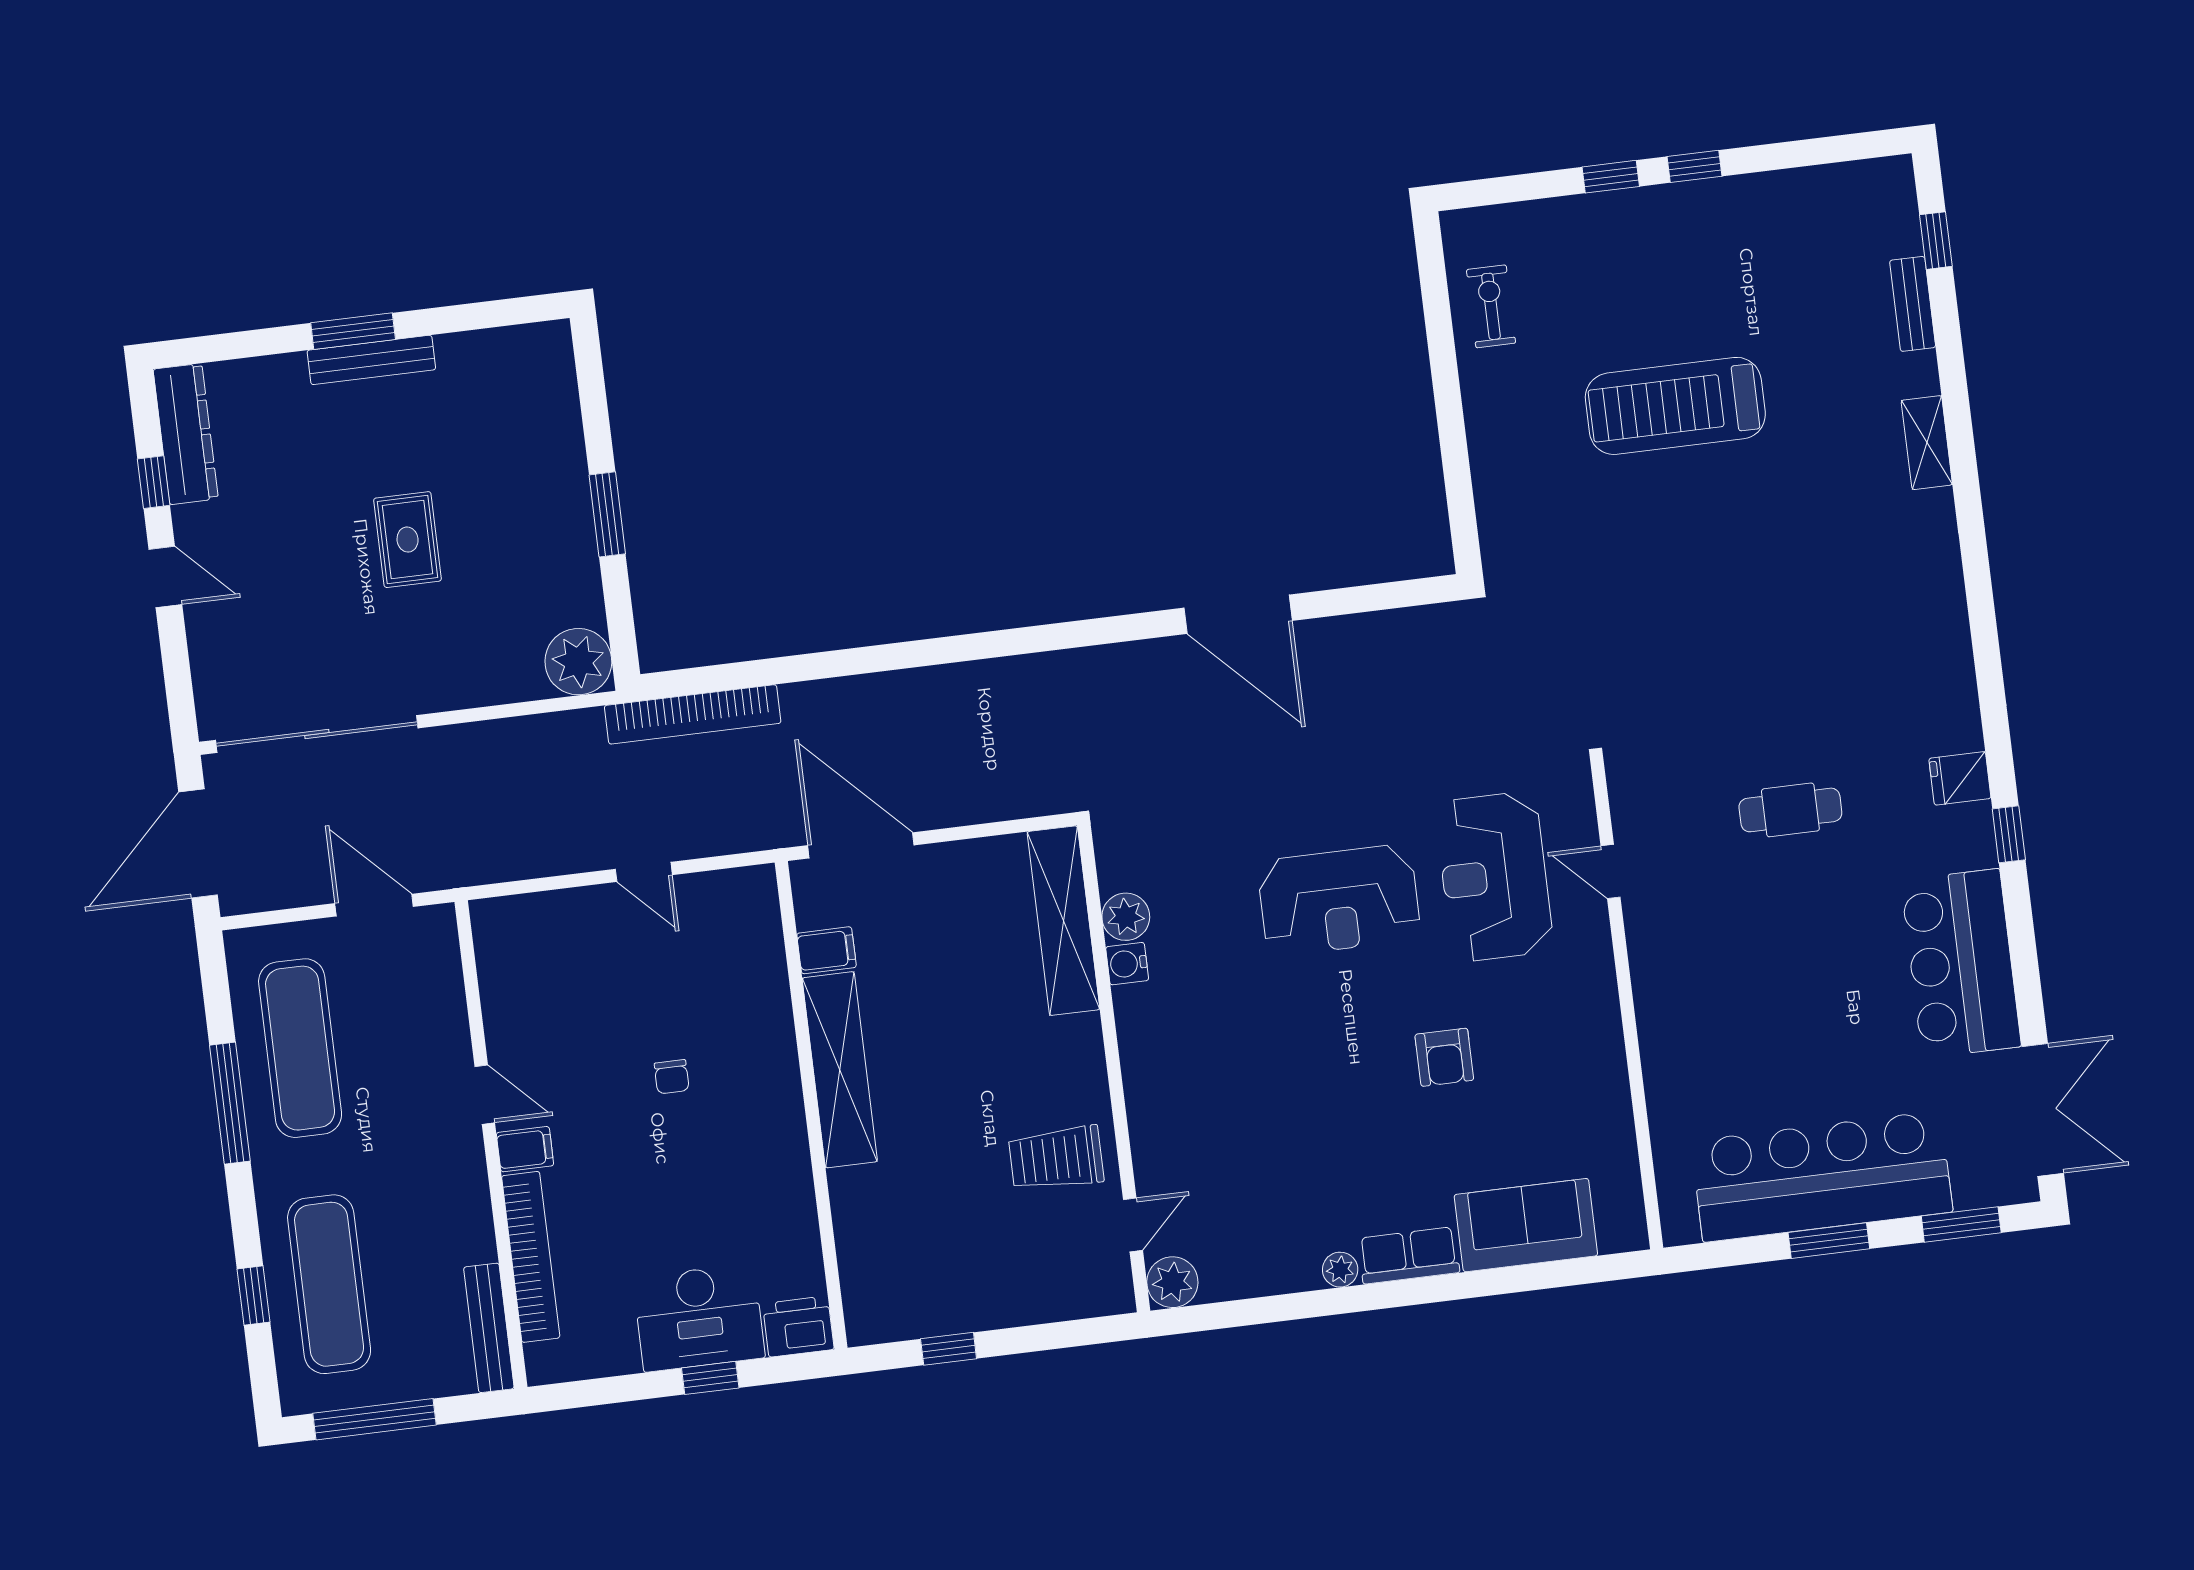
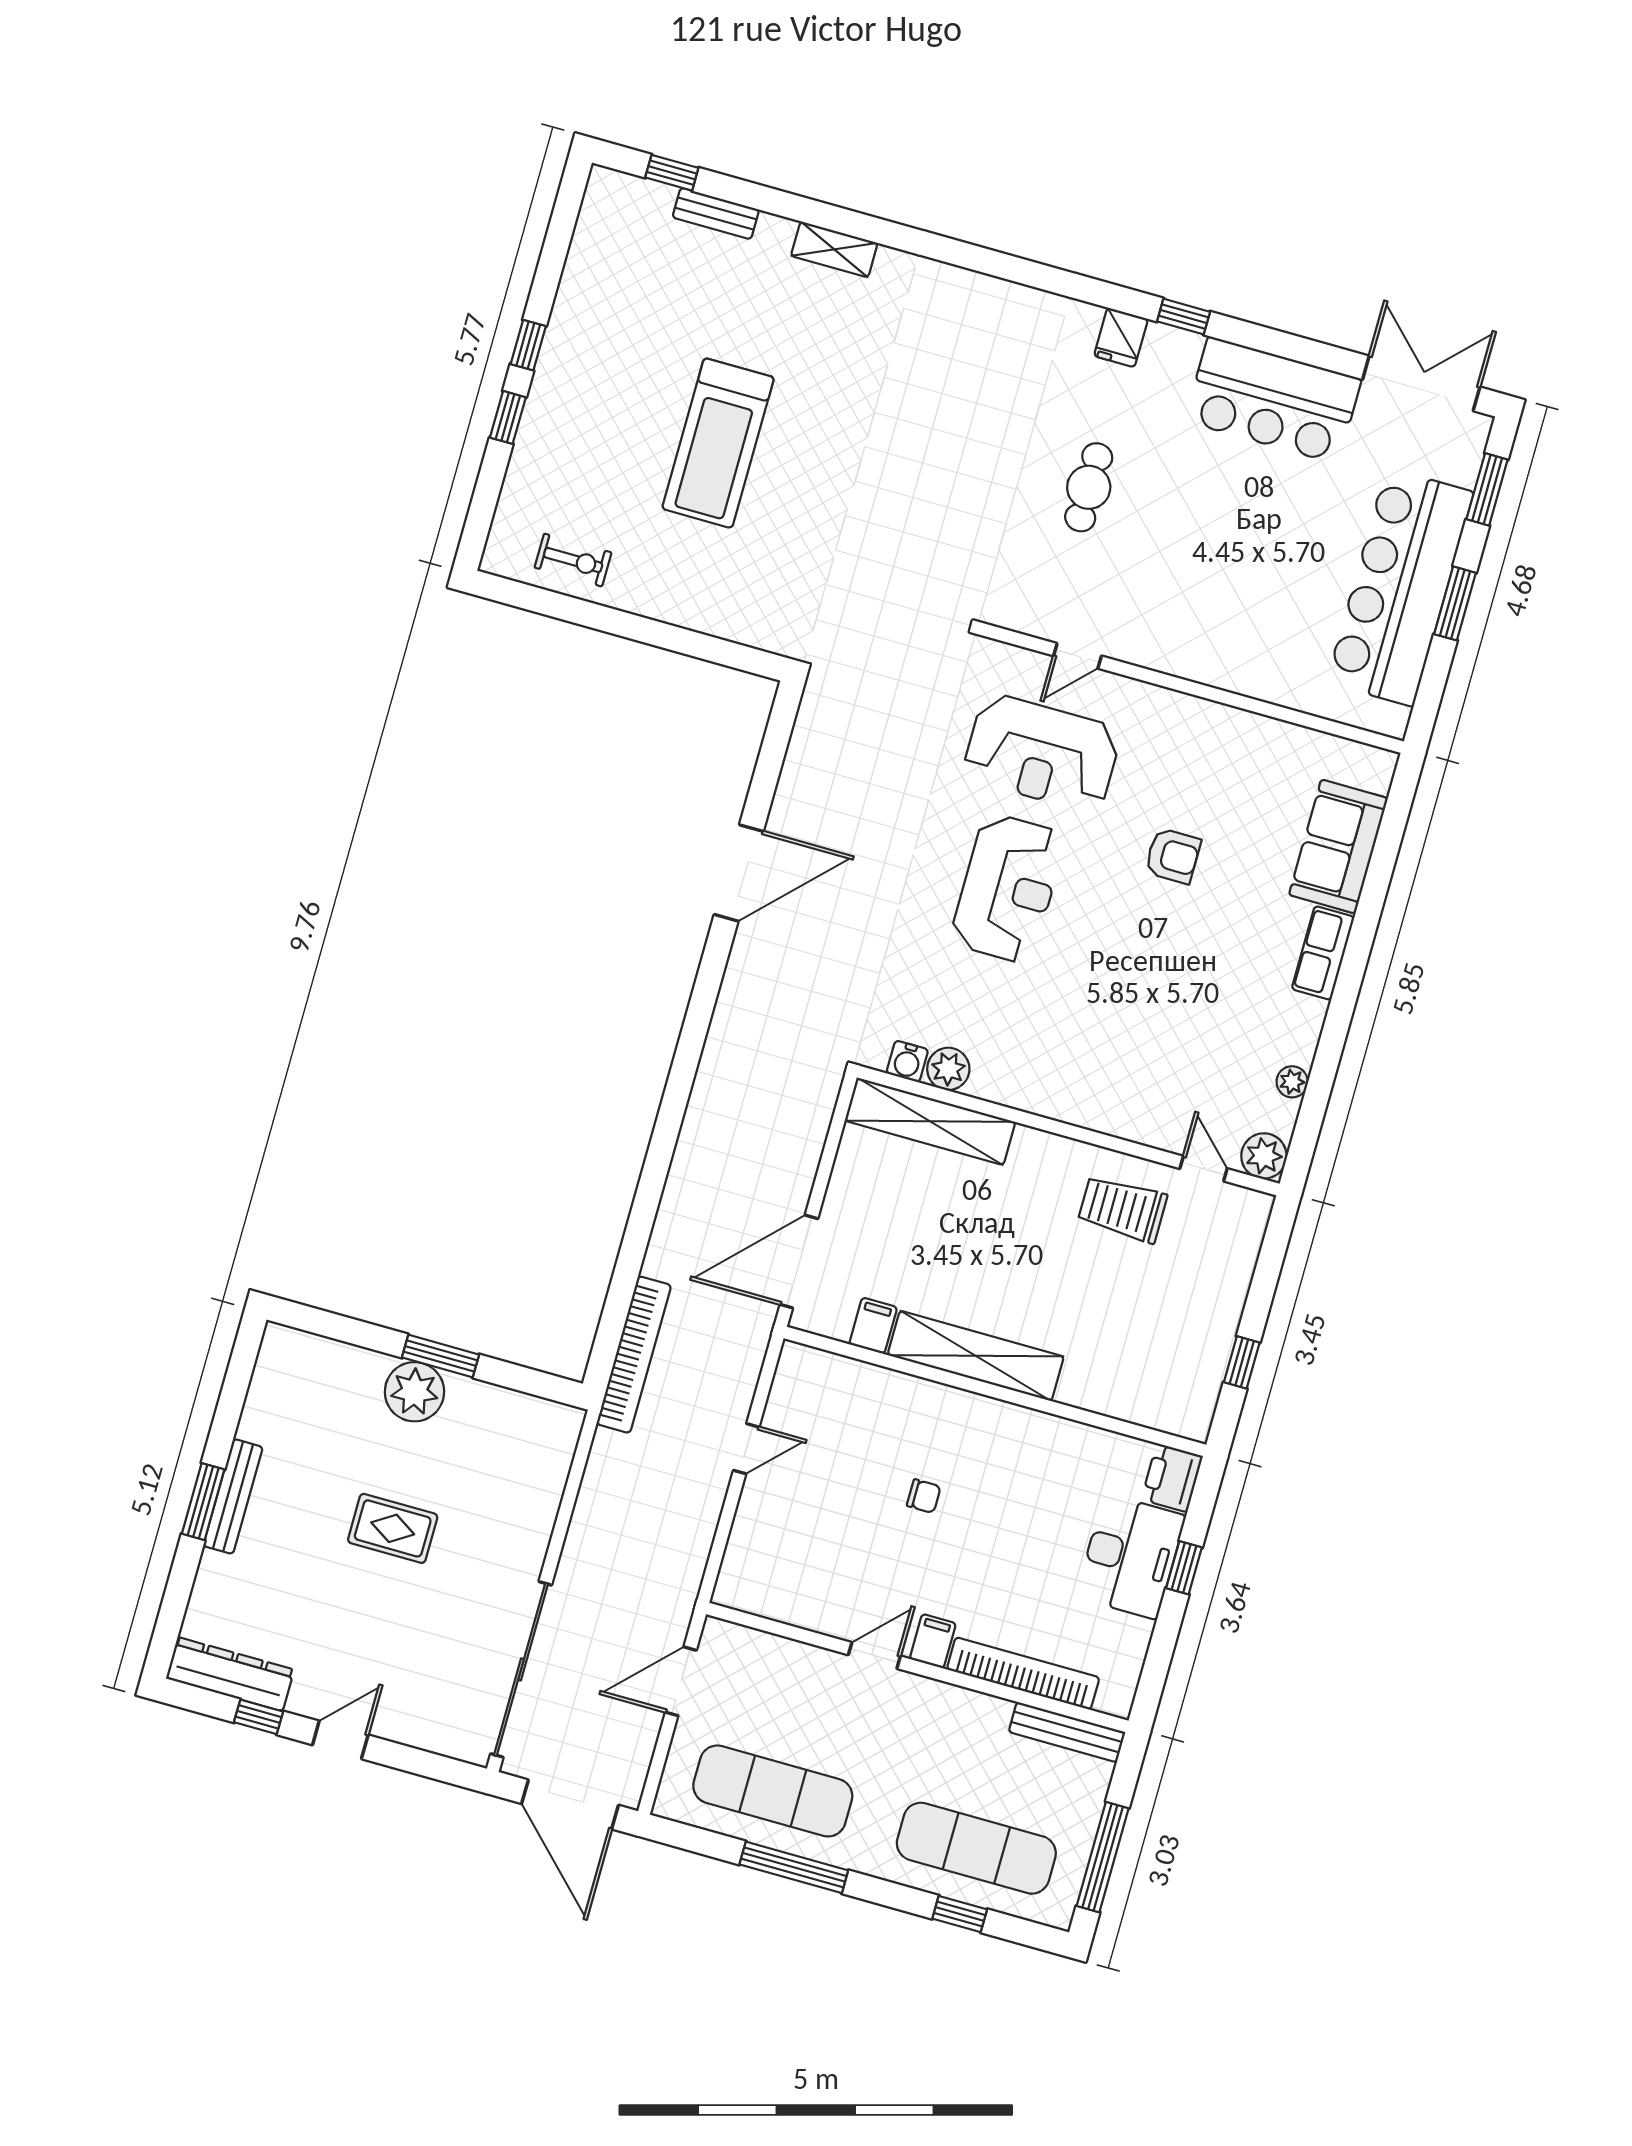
exercise bike: (1491, 306) -> (573, 560), turned 180
plant: (578, 662) -> (414, 1392), moved
water cooler: (1127, 964) -> (907, 1061), moved
trolley: (1056, 1158) -> (1123, 1209), turned 90
plant: (1340, 1270) -> (1292, 1082), moved

